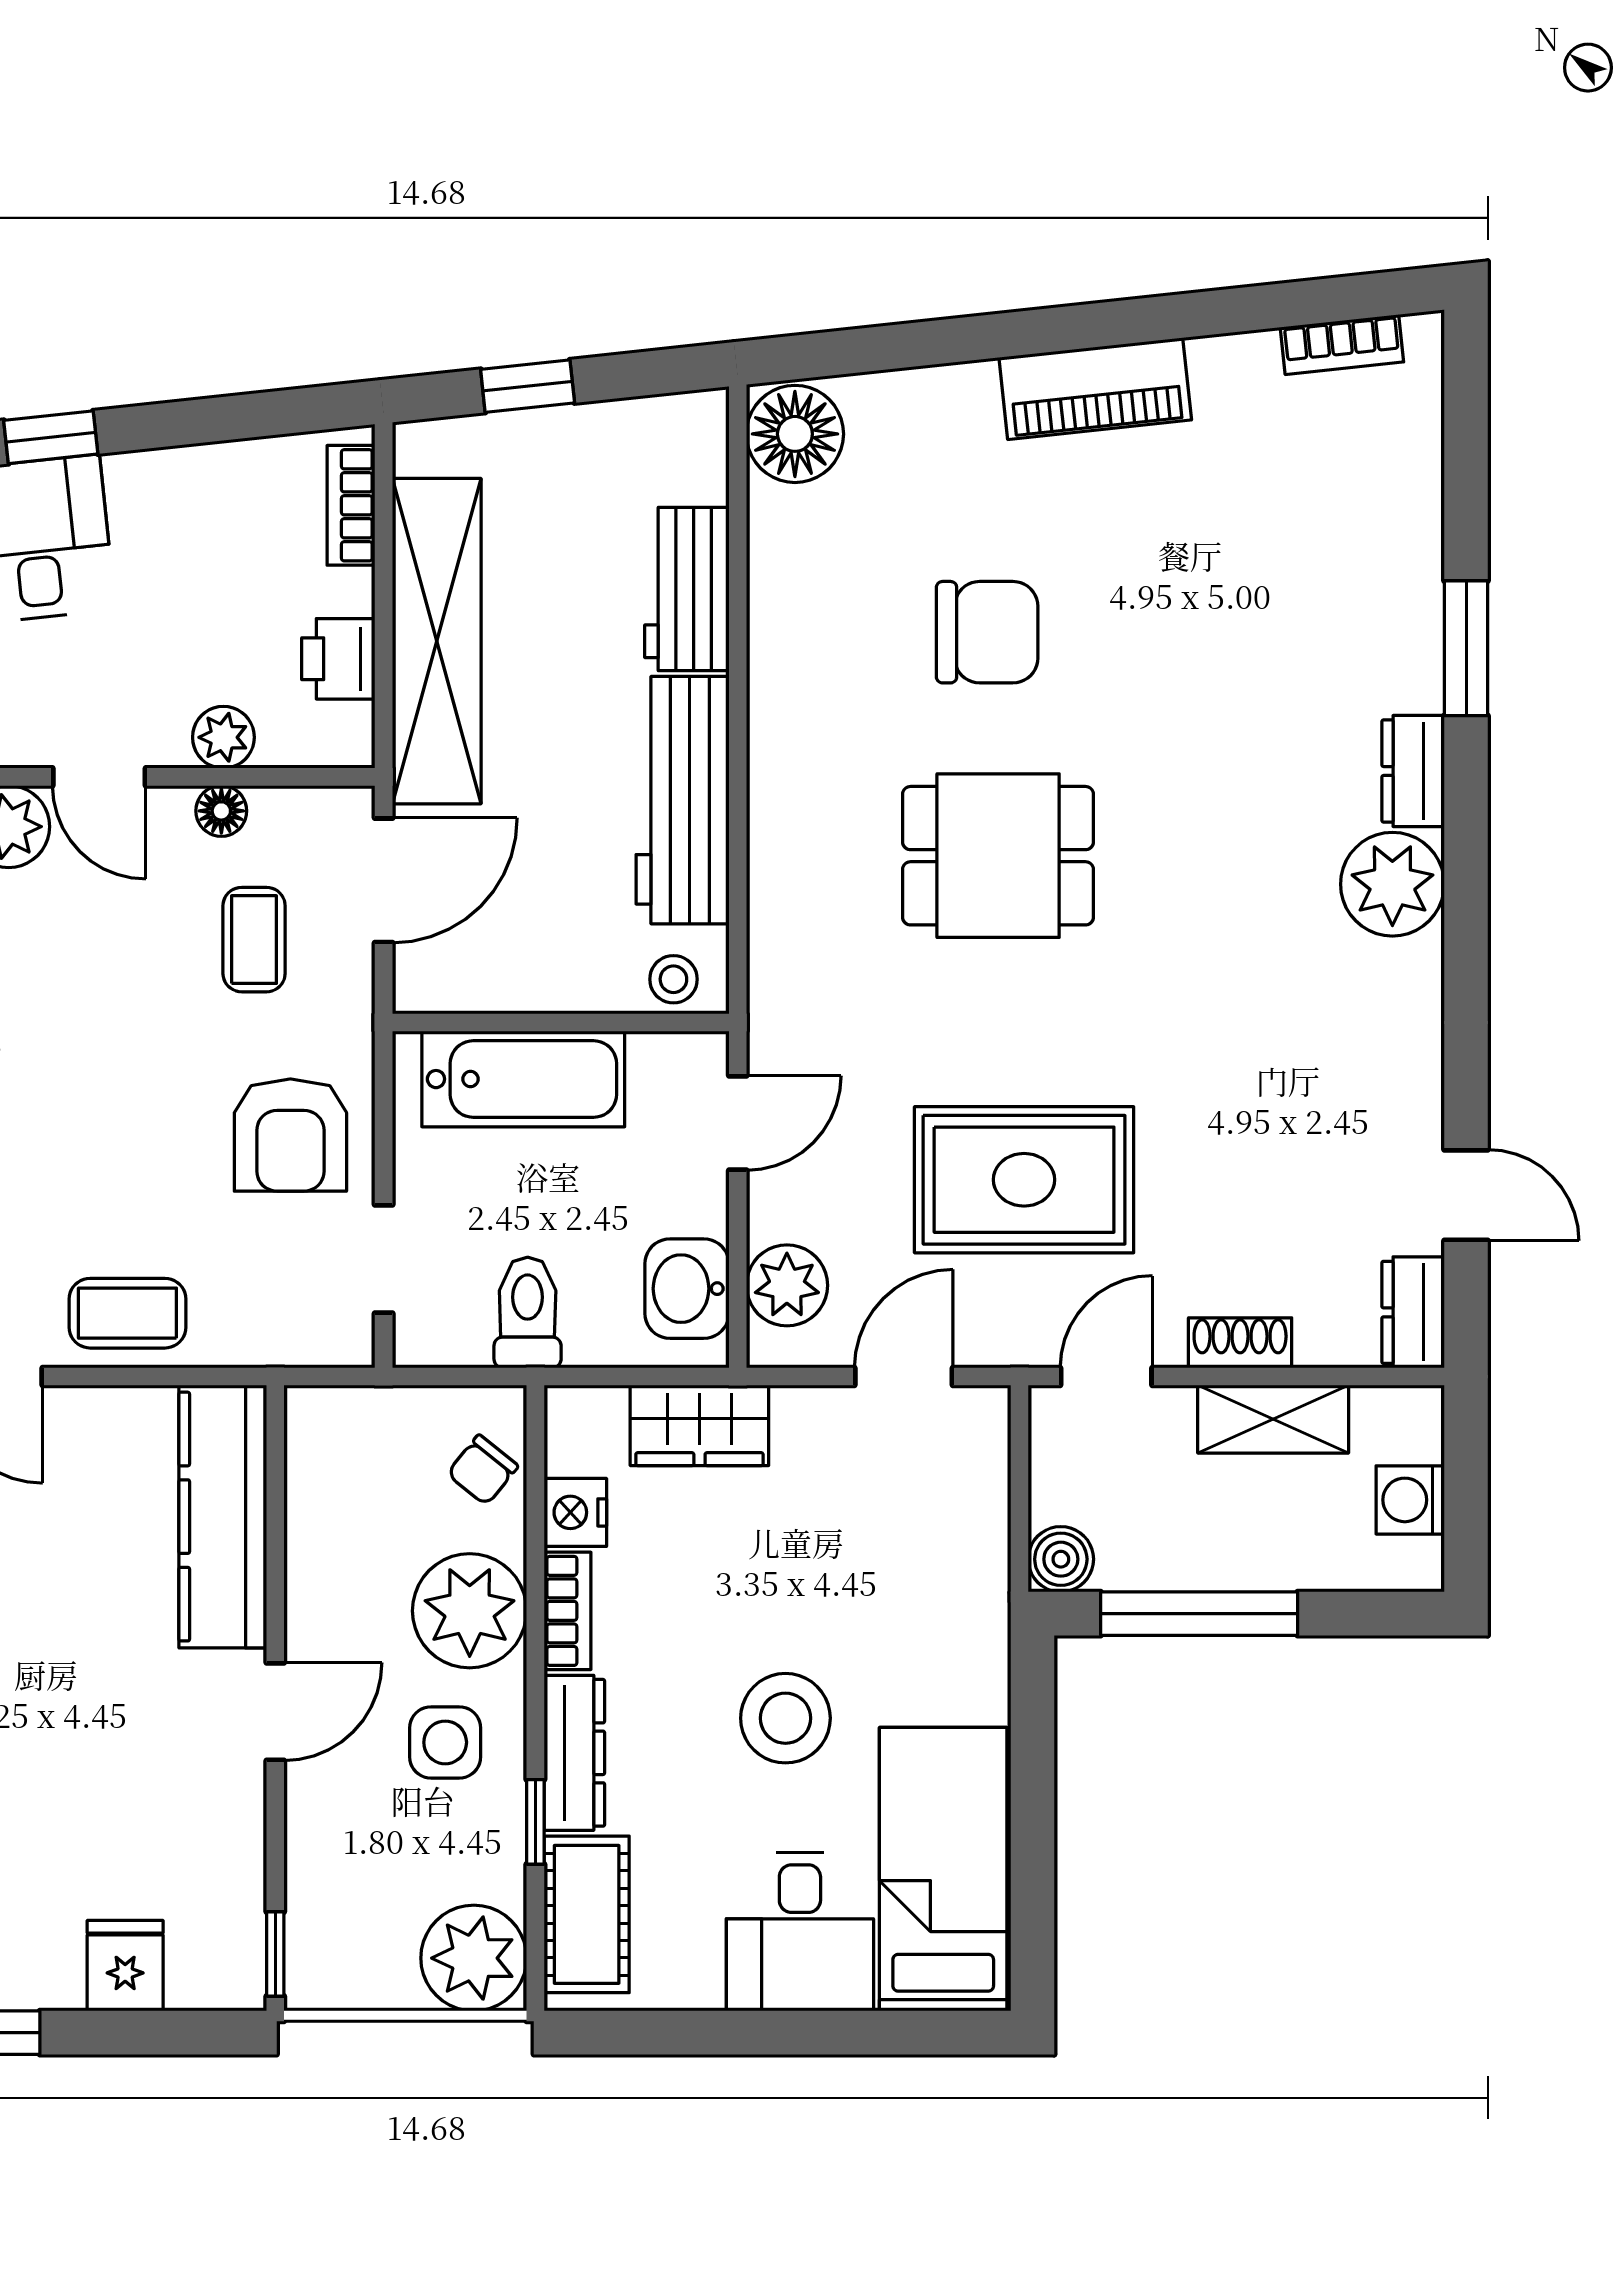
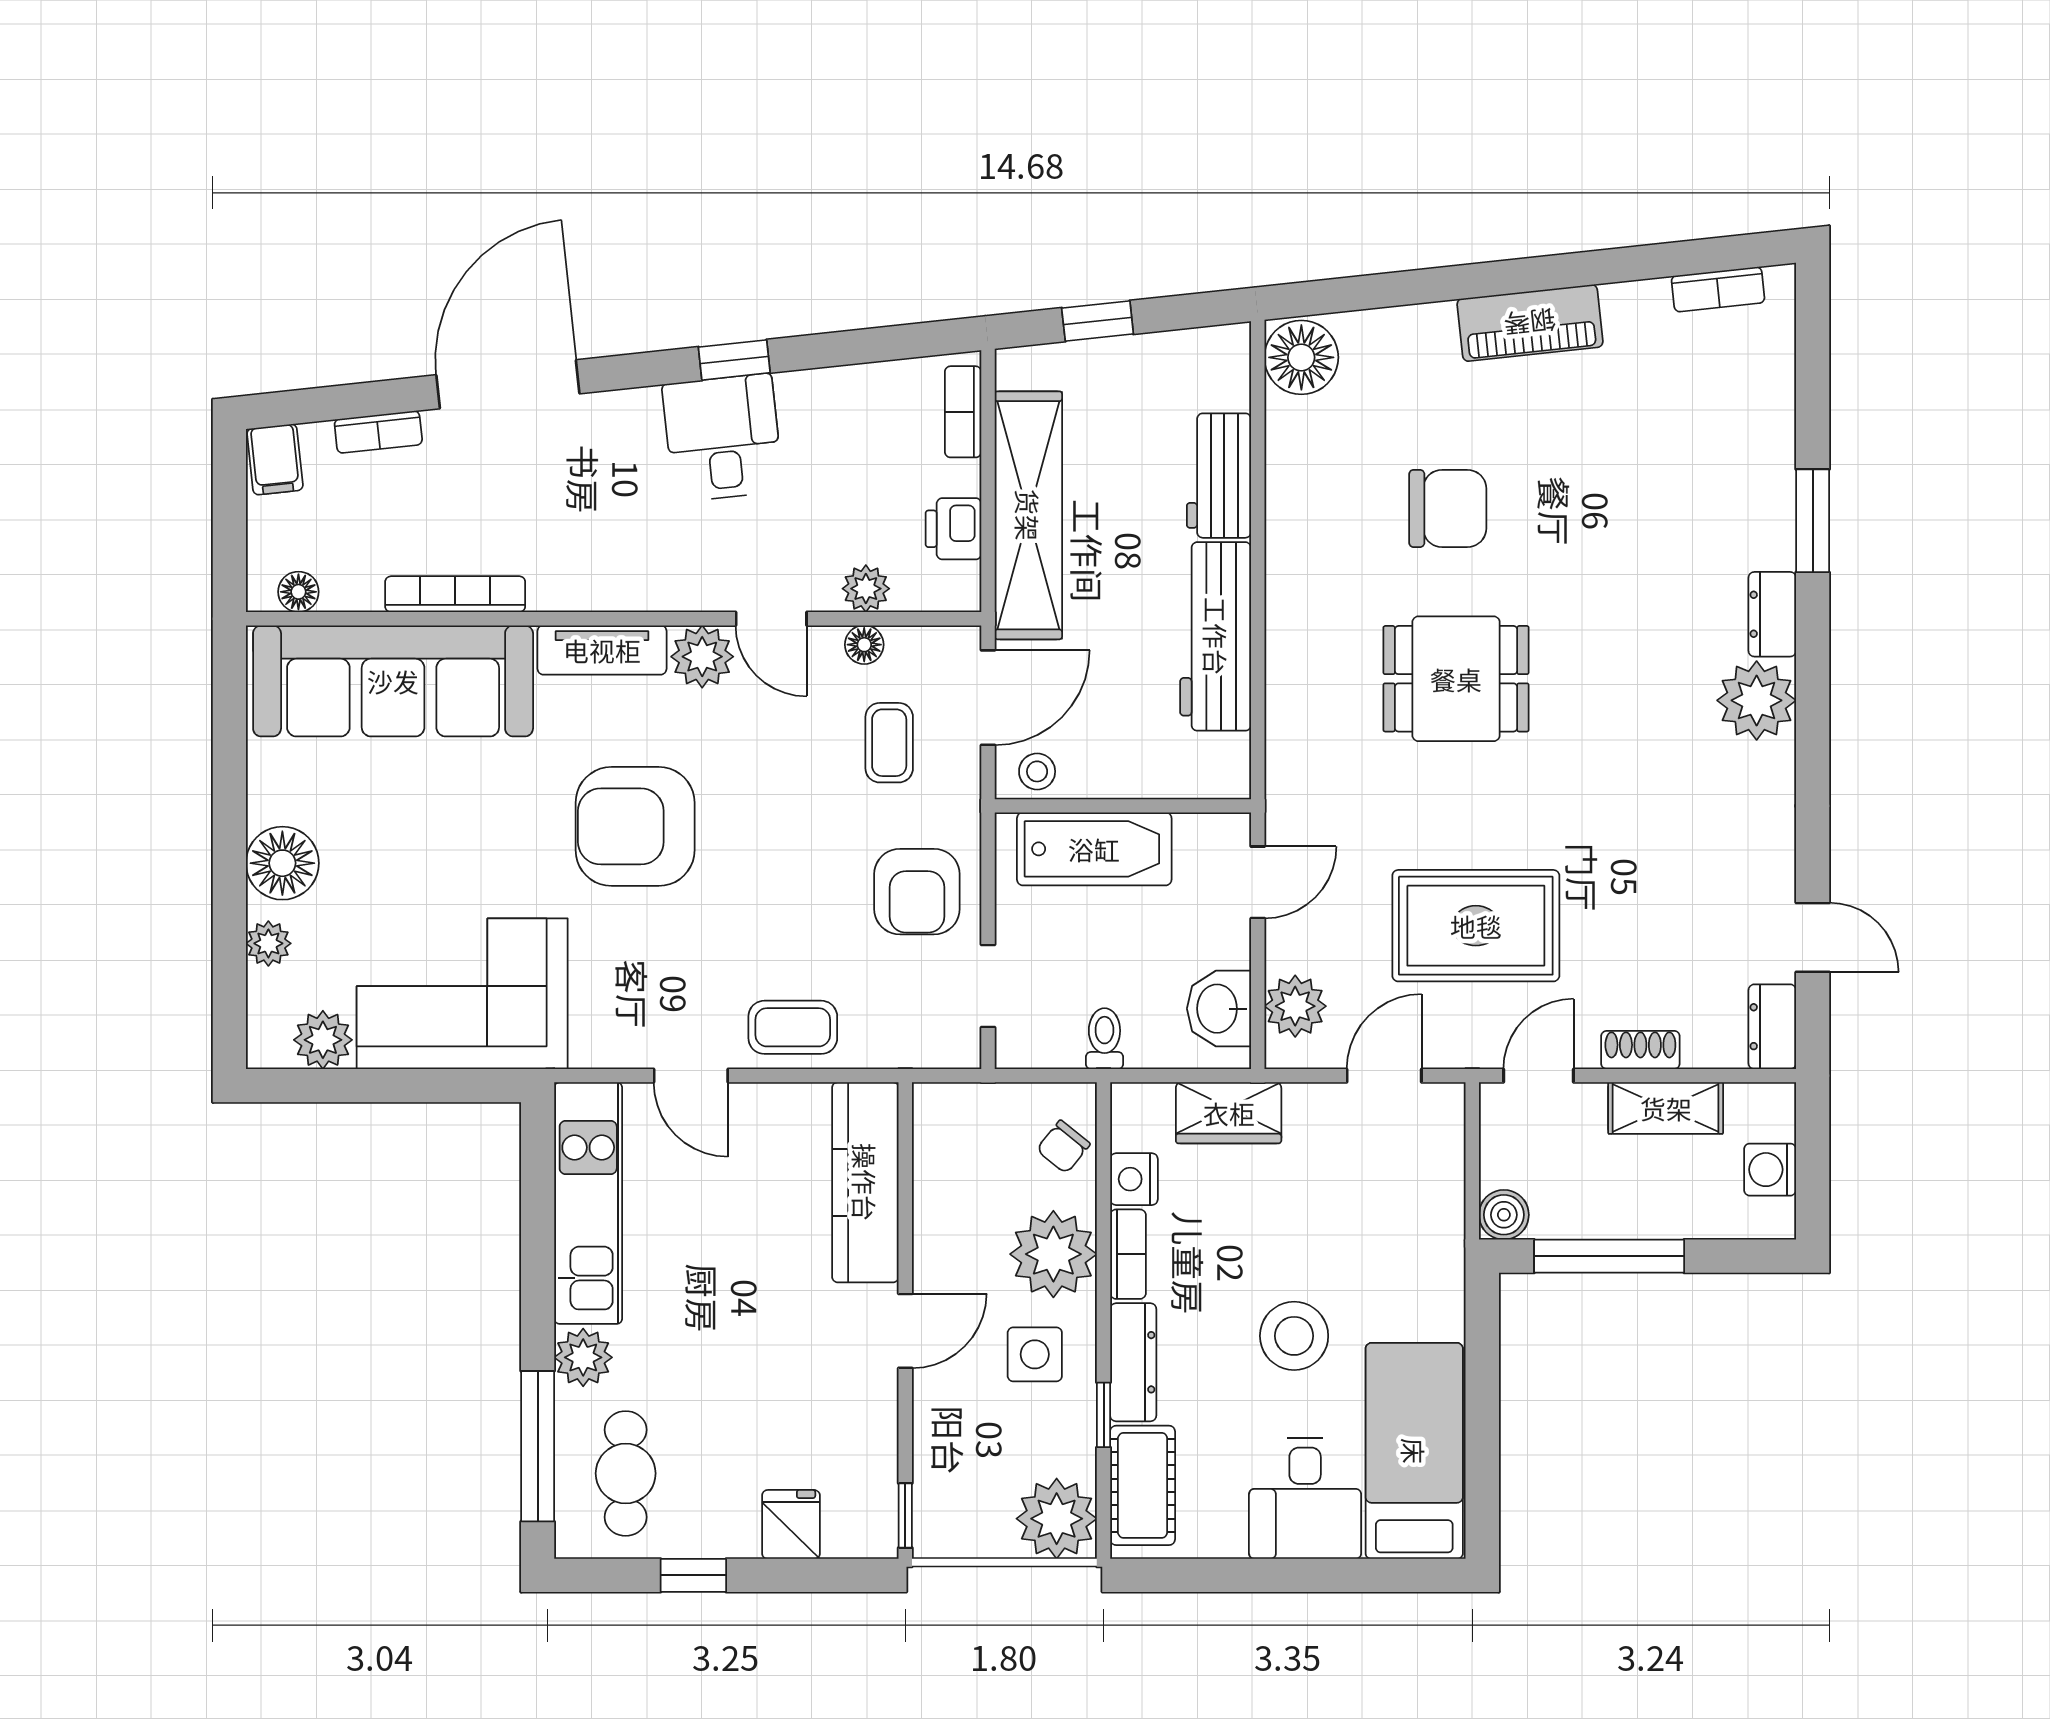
stool: (673, 979) -> (1037, 771), moved
toilet: (528, 1313) -> (1104, 1039), width x0.73, depth x0.72

